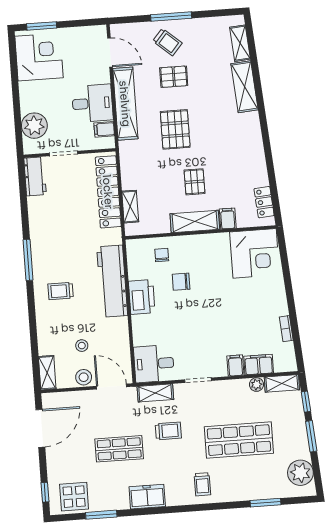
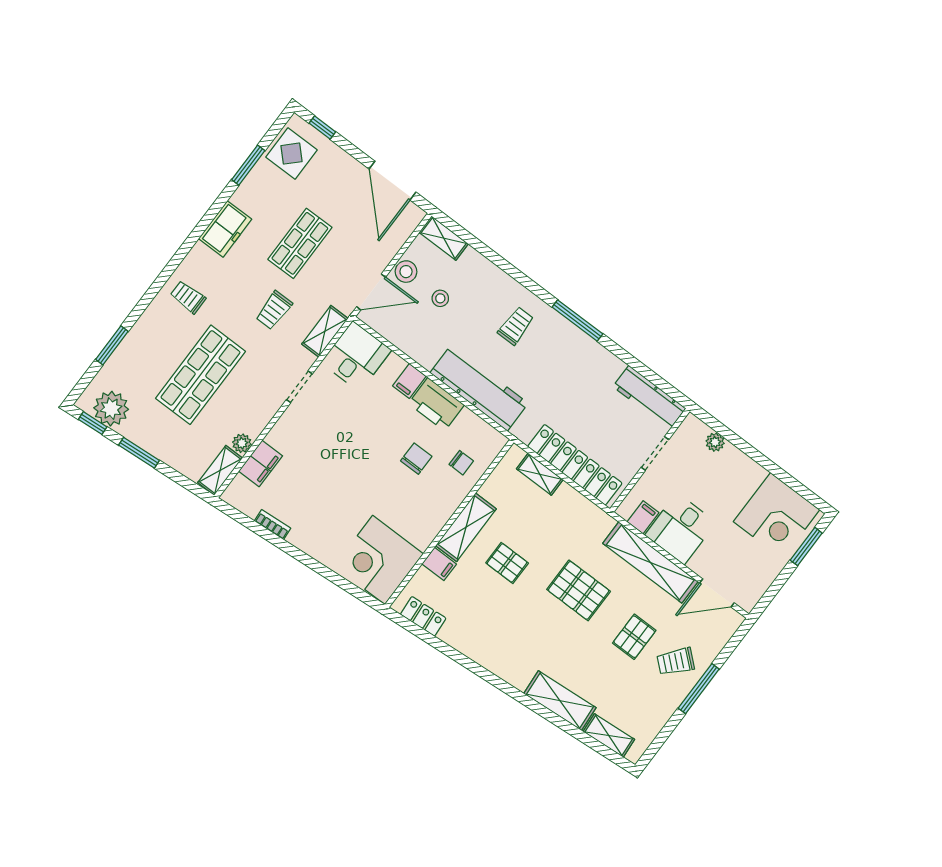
plant: (34, 126) -> (715, 442), width x0.53, depth x0.53
workbench: (35, 176) -> (649, 398), width x1.38
filing cabinet: (235, 365) -> (409, 381), moved, turned 90
window: (306, 402) -> (93, 423), moved

